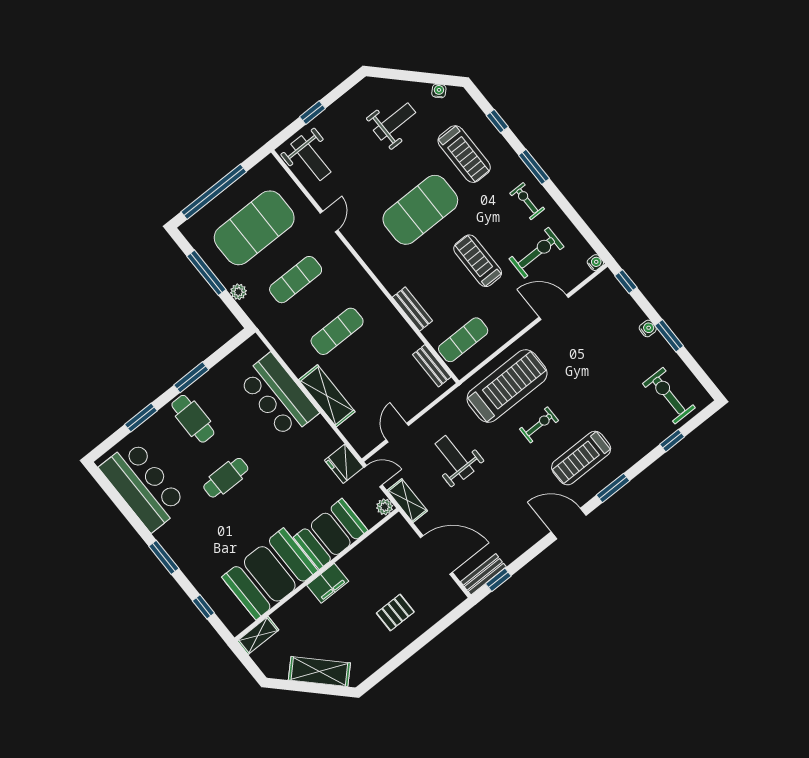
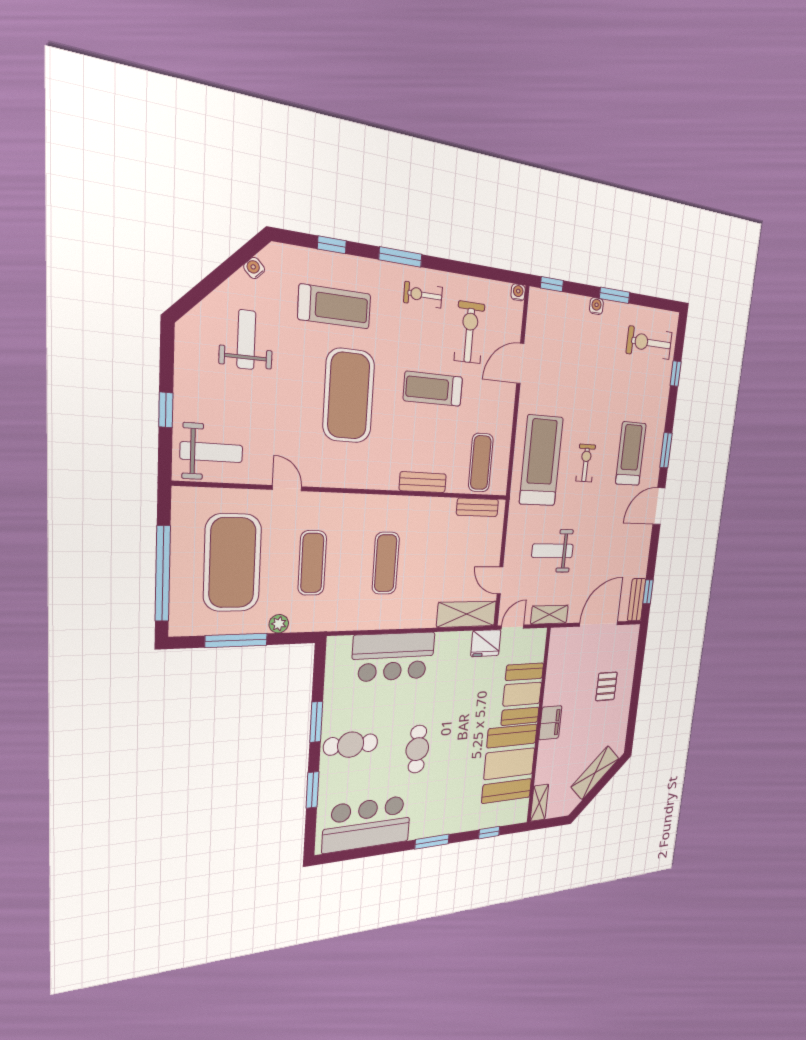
shelving: (327, 396) -> (467, 614), moved
treadmill: (581, 458) -> (631, 454), turned 180
plant: (385, 507) -> (539, 636), removed

